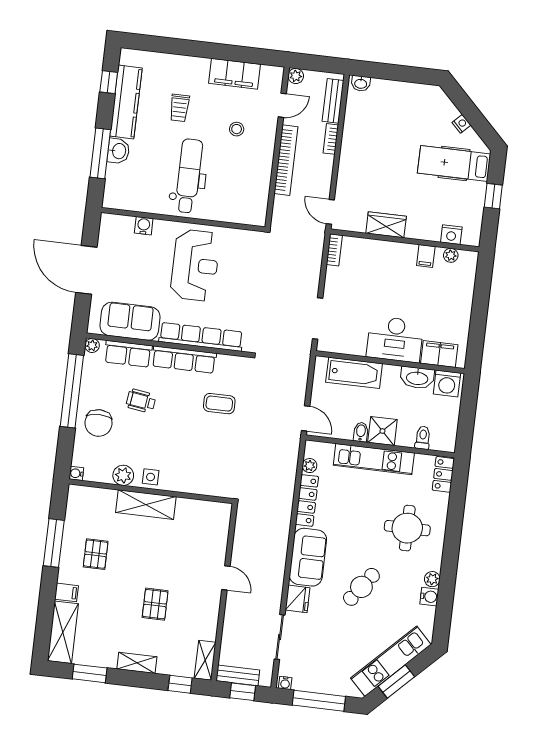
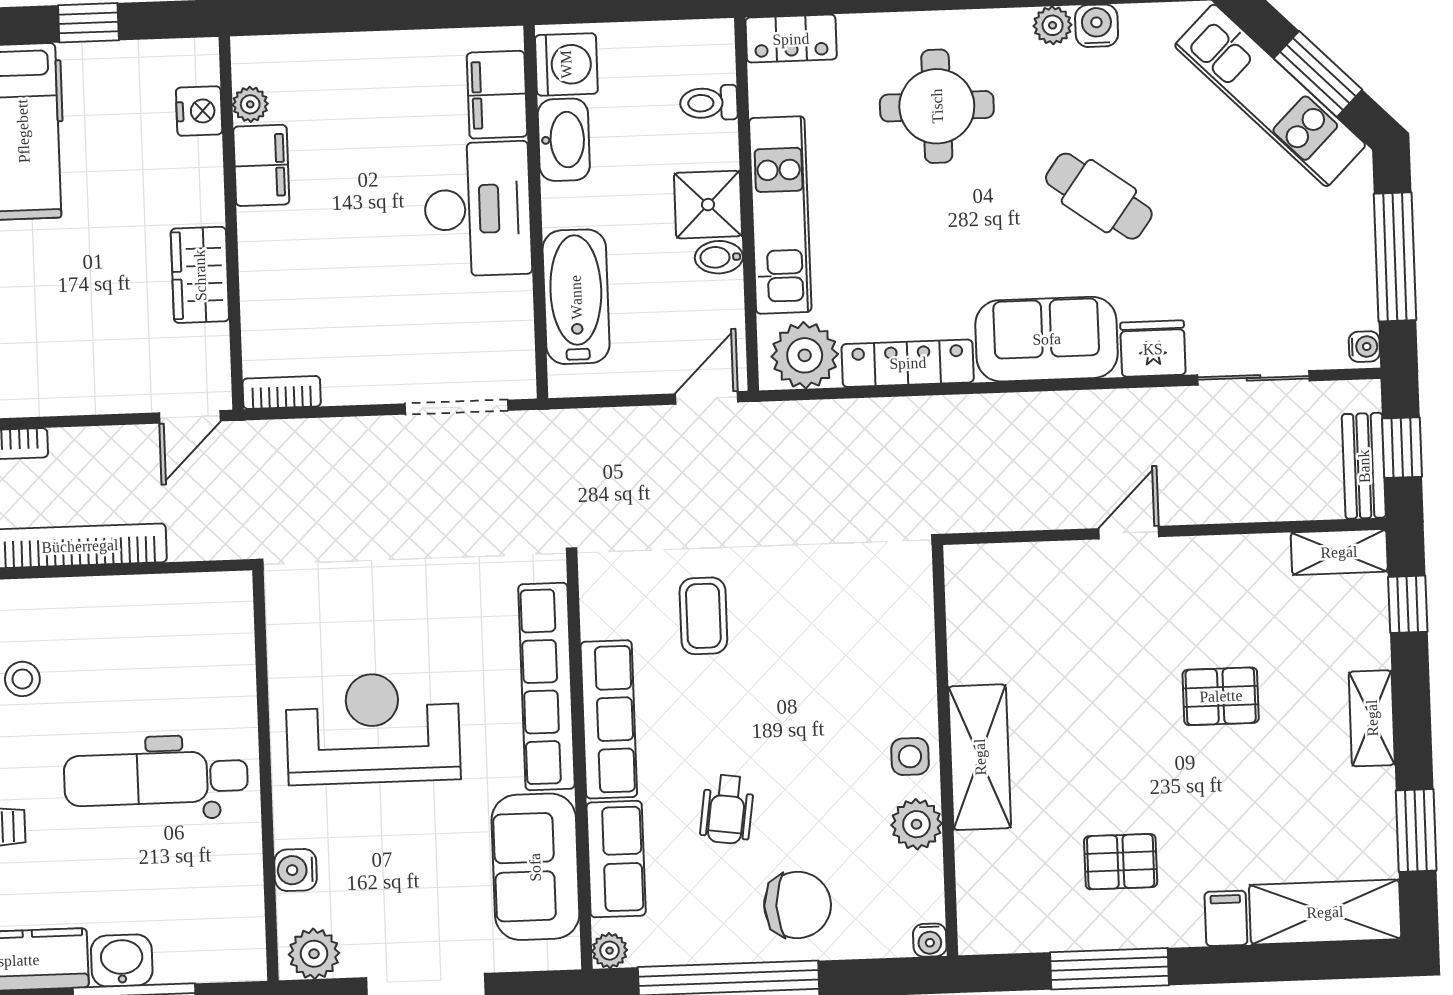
plant: (109, 228) -> (314, 954), added
filing cabinet: (426, 256) -> (261, 165), width x2.00
plant: (310, 466) -> (805, 355), width x1.88, depth x1.88

